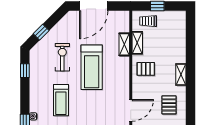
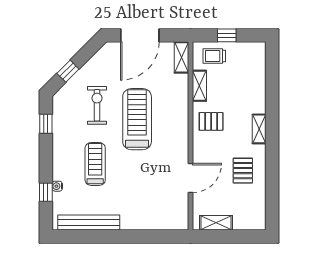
shelving: (124, 44) -> (182, 57), moved
treadmill: (92, 67) -> (137, 119), turned 180
treadmill: (61, 100) -> (95, 164), turned 180

